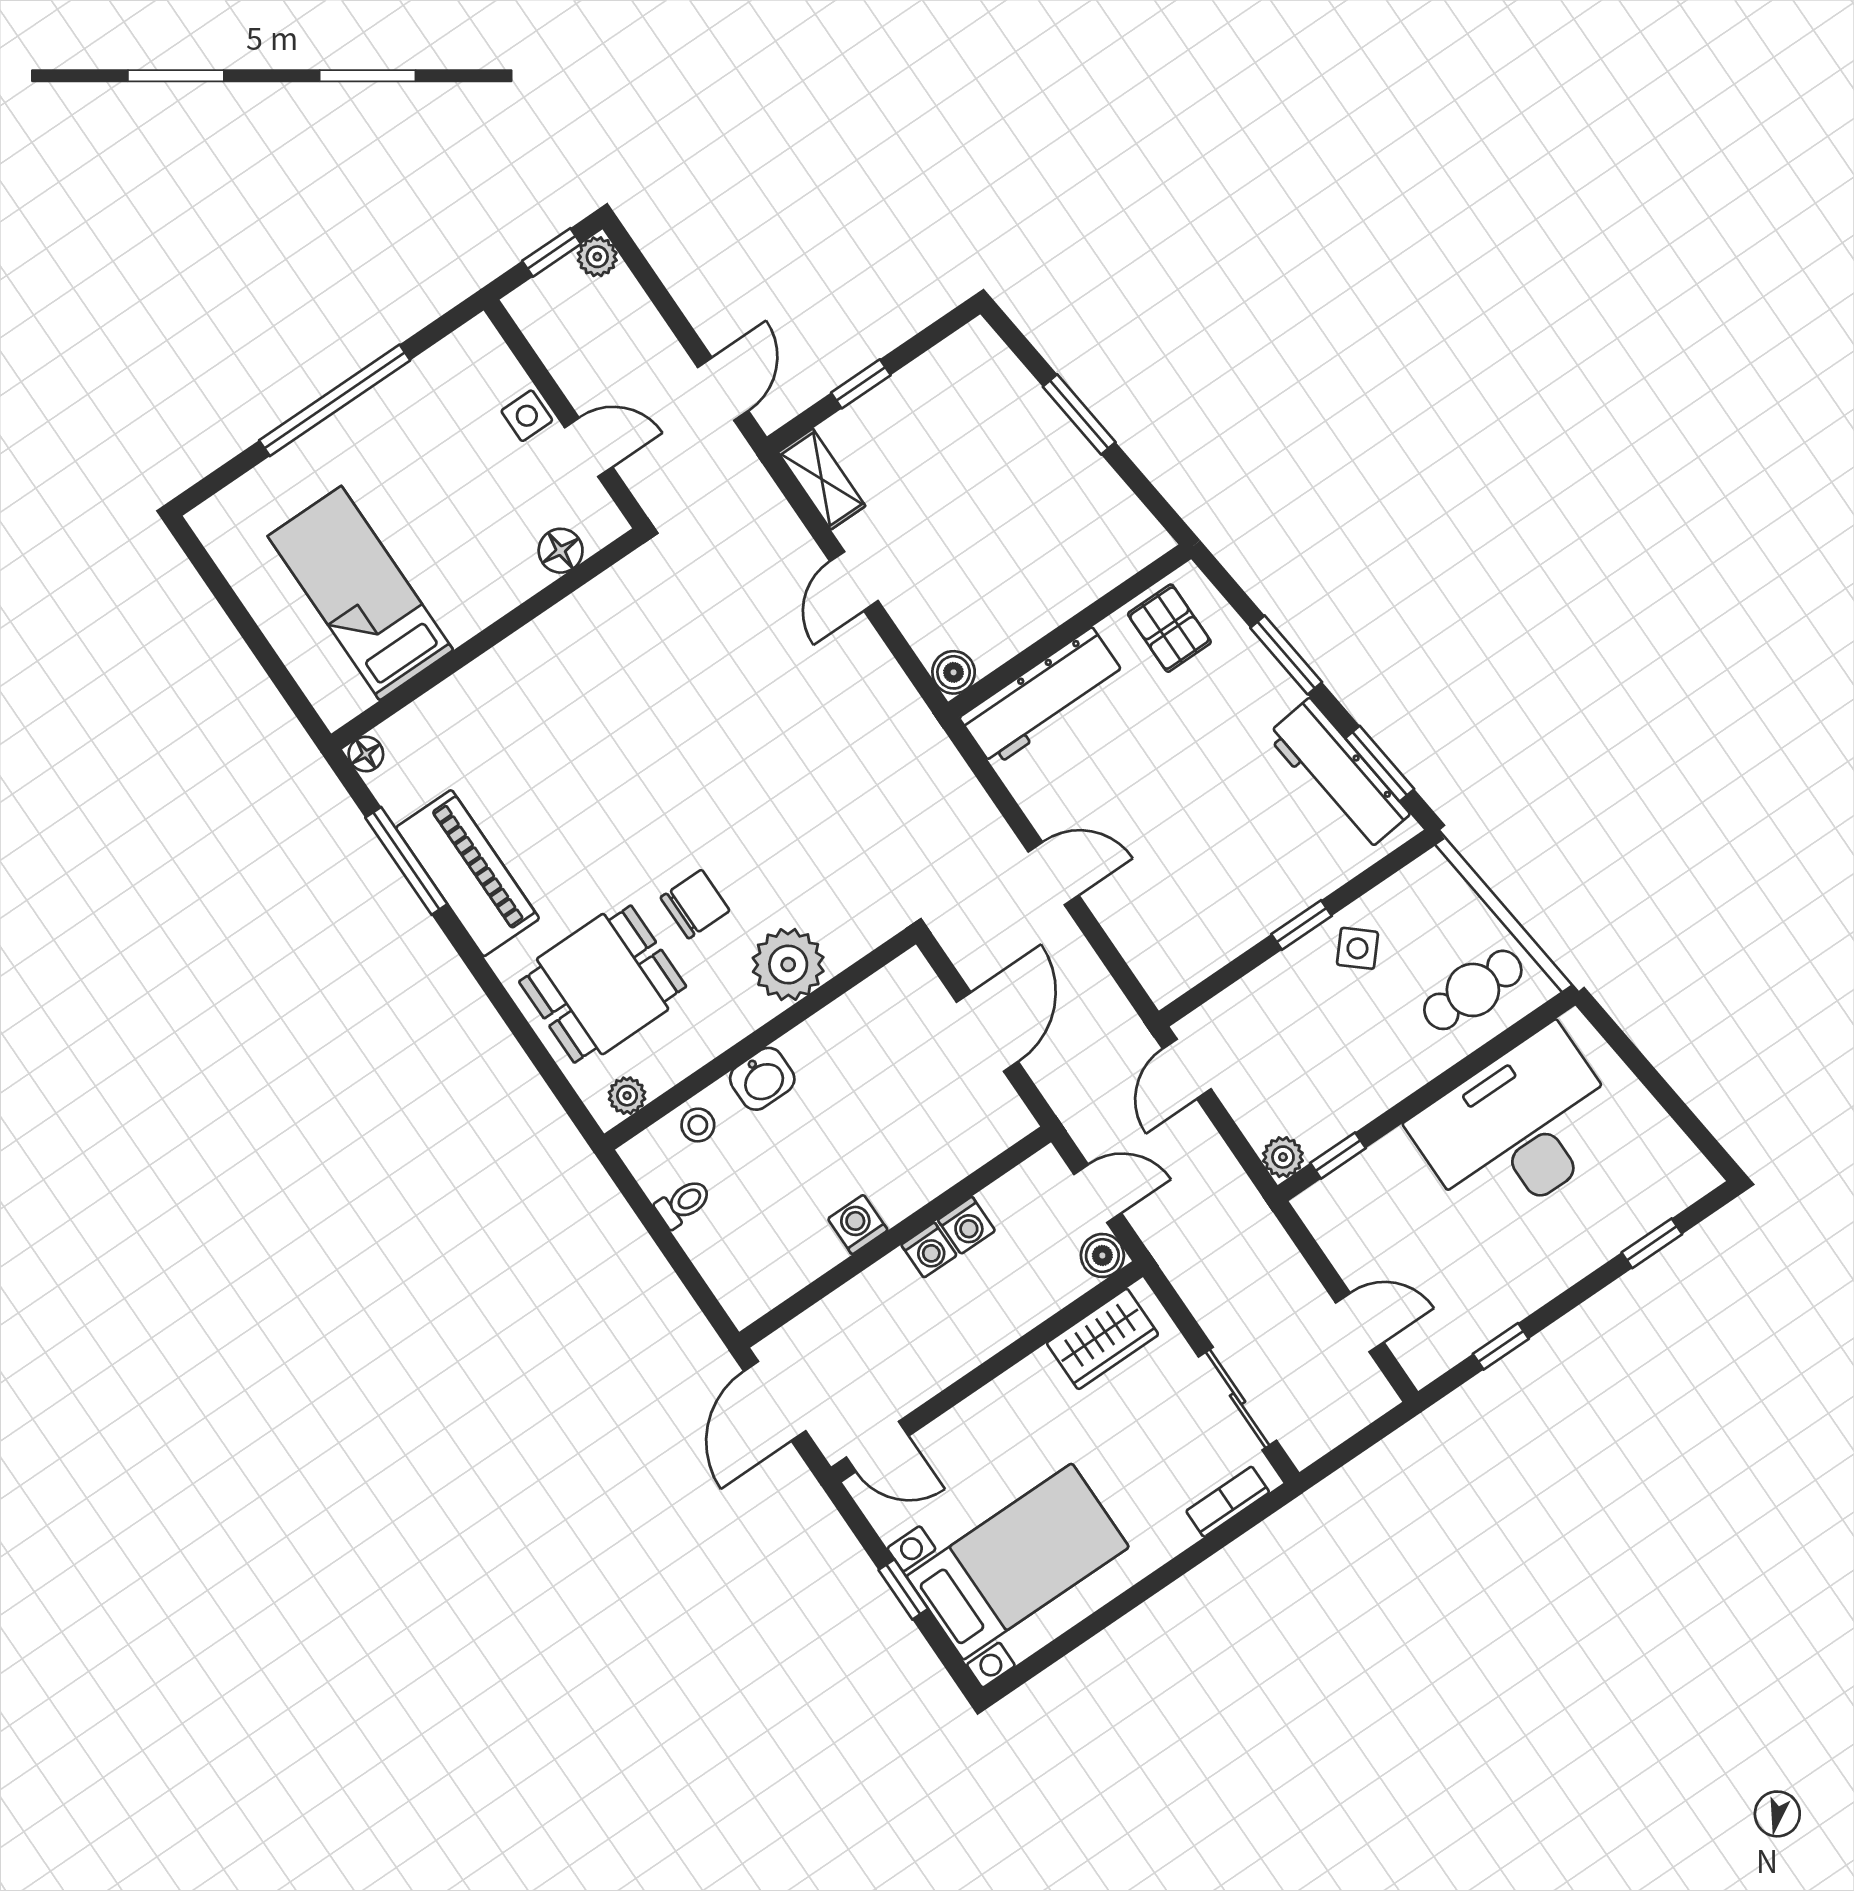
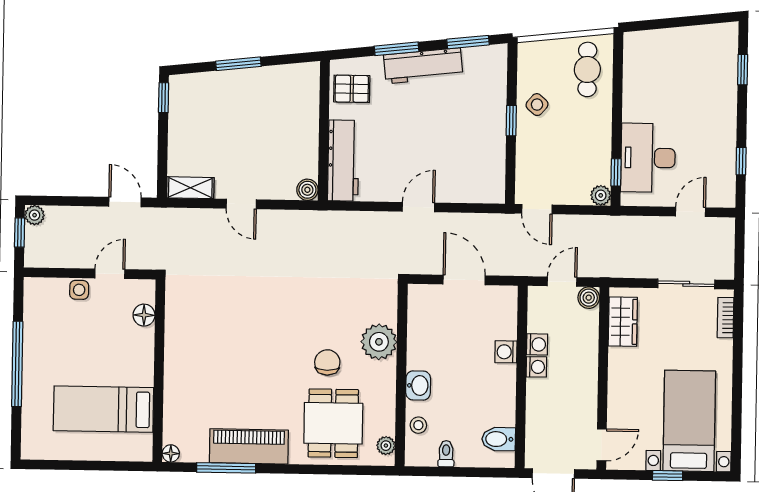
window: (861, 384) -> (164, 98), moved
workbench: (1338, 775) -> (423, 66), moved
desk: (1518, 1129) -> (648, 158), moved, width x0.73, depth x0.77
washing machine: (858, 1225) -> (506, 352), moved
bidet: (768, 1272) -> (499, 439), added

